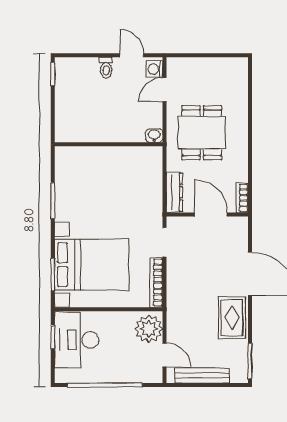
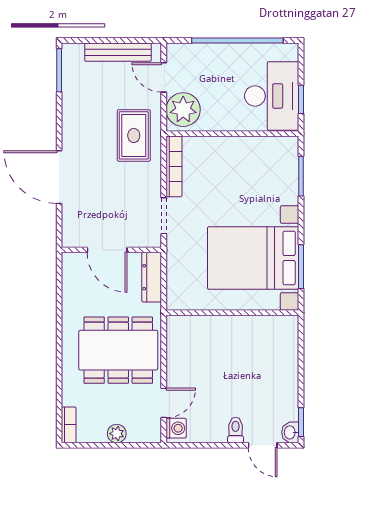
door: (132, 55) -> (263, 445), moved
plant: (203, 65) -> (117, 434), added
dining table: (202, 133) -> (118, 350), width x1.38
washbasin: (154, 135) -> (290, 432), moved, turned 90
wall: (109, 144) -> (232, 313), moved
bookcase: (242, 198) -> (69, 425), moved
bed with nightstands: (92, 265) -> (253, 258), moved
rug: (232, 318) -> (134, 135), moved

